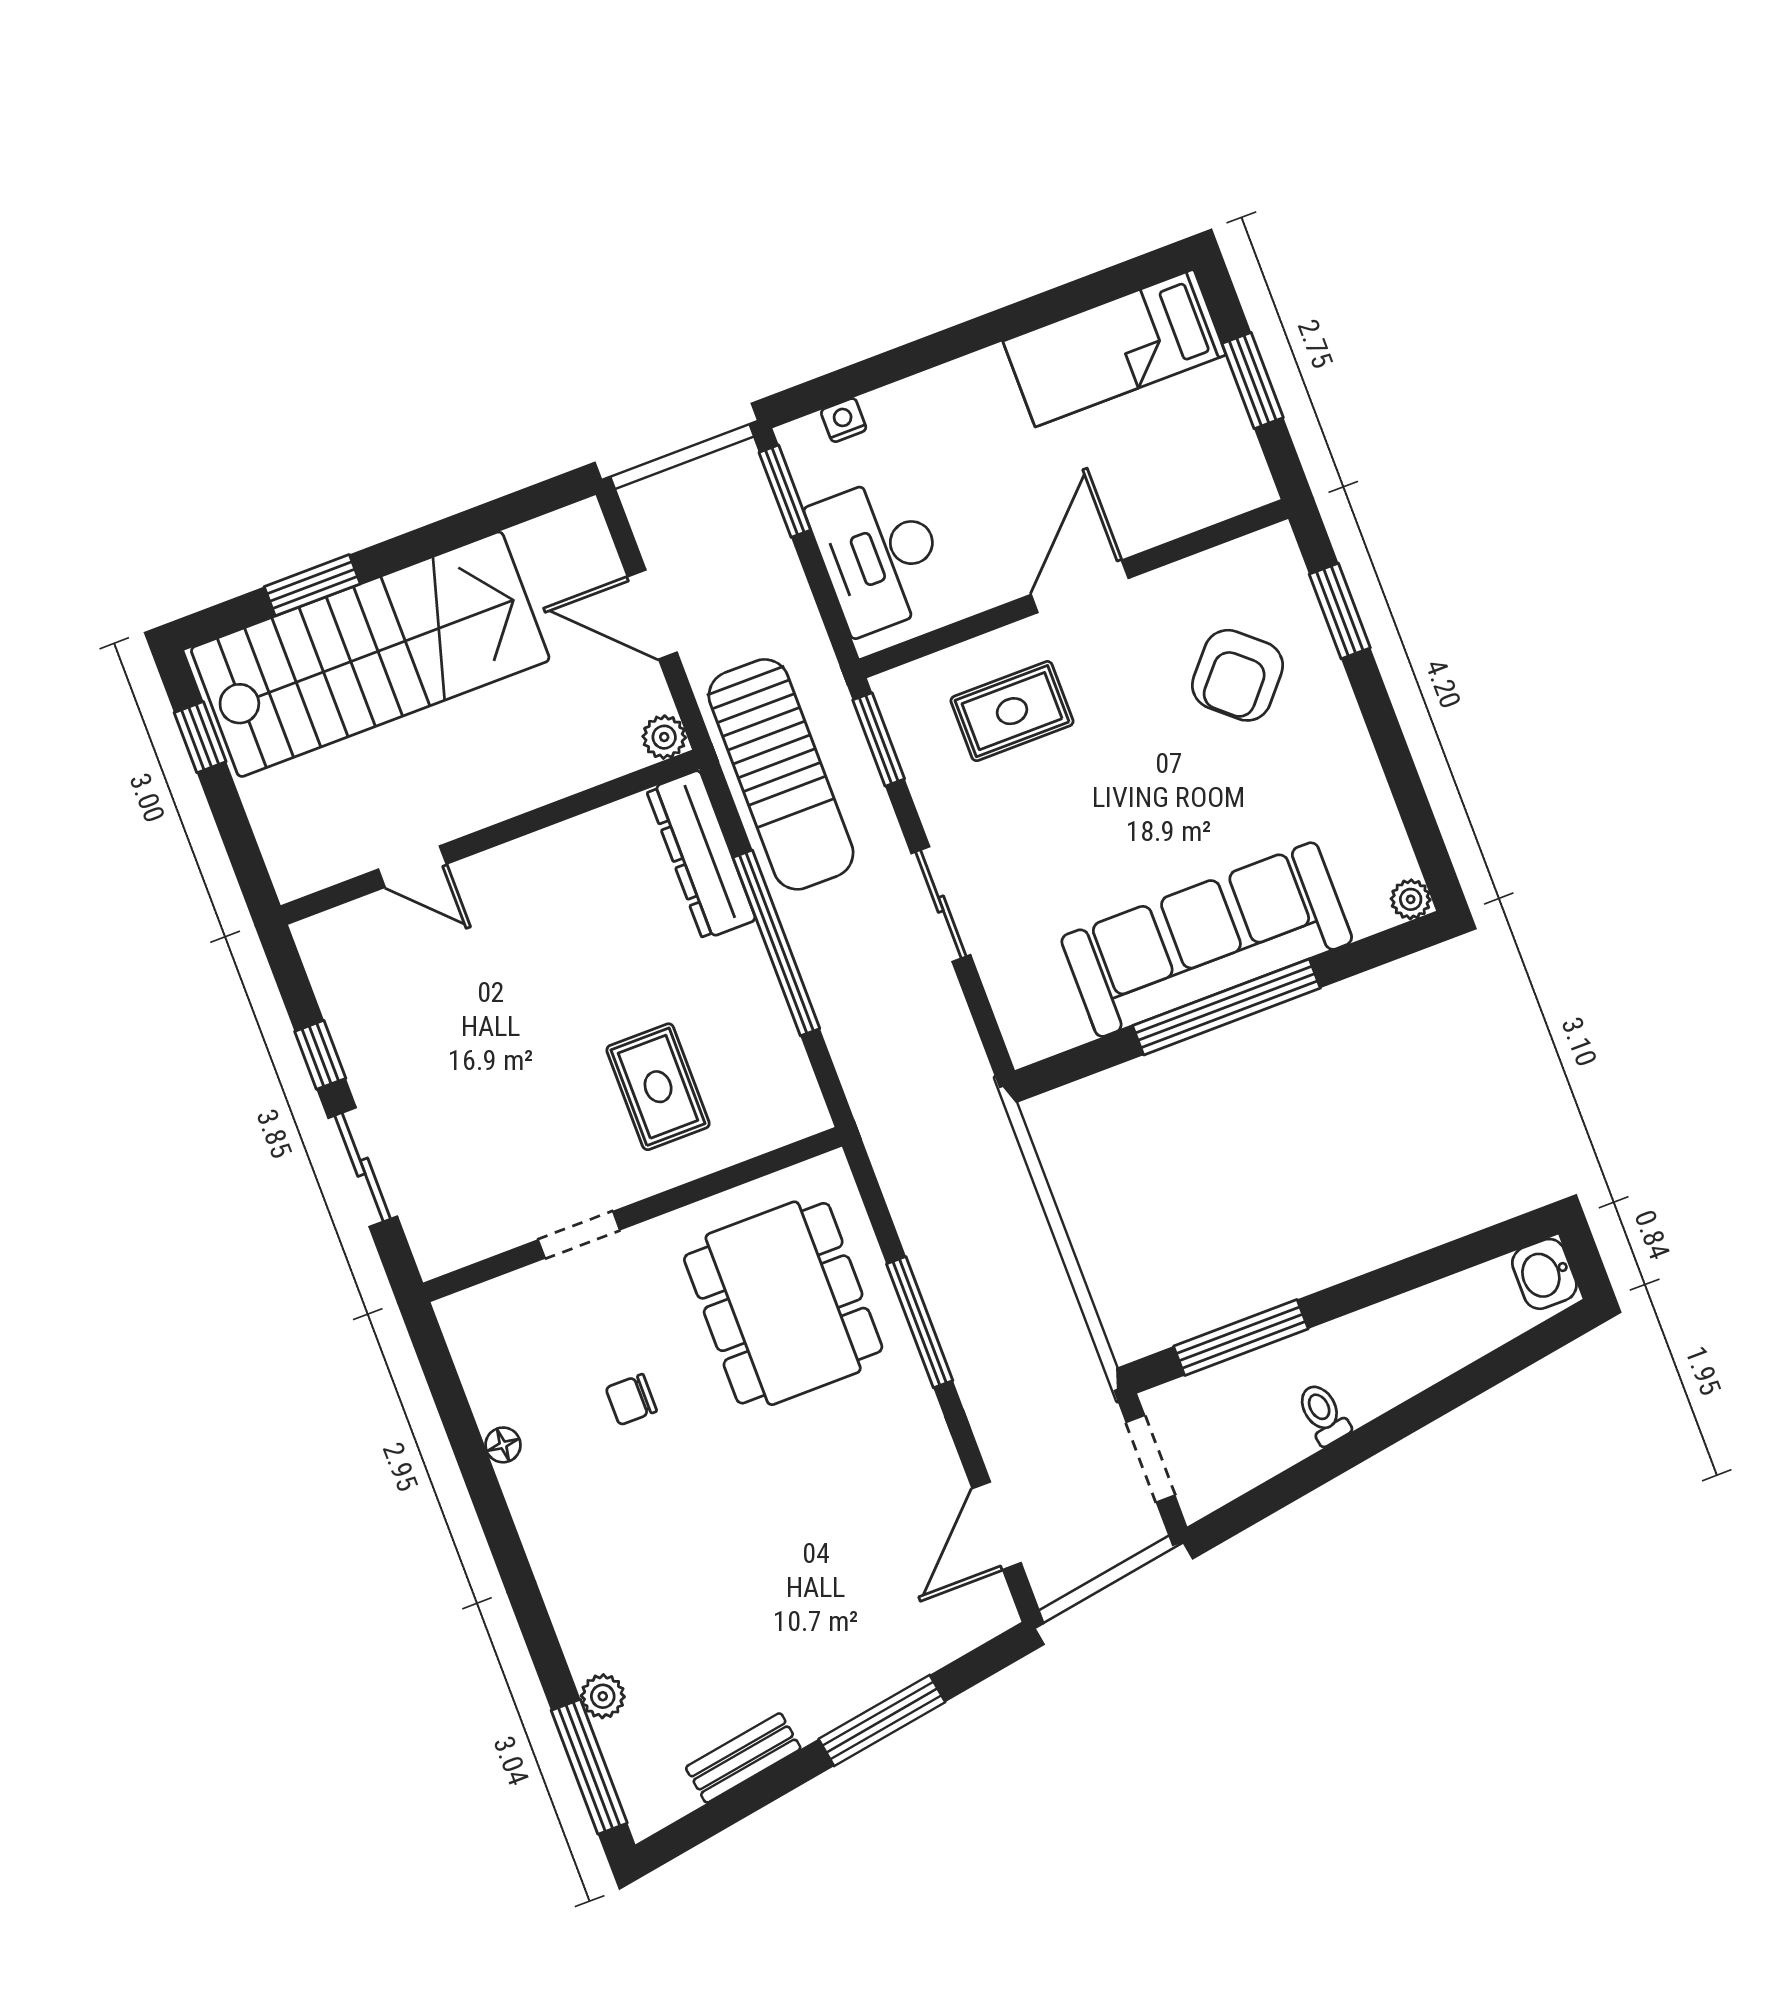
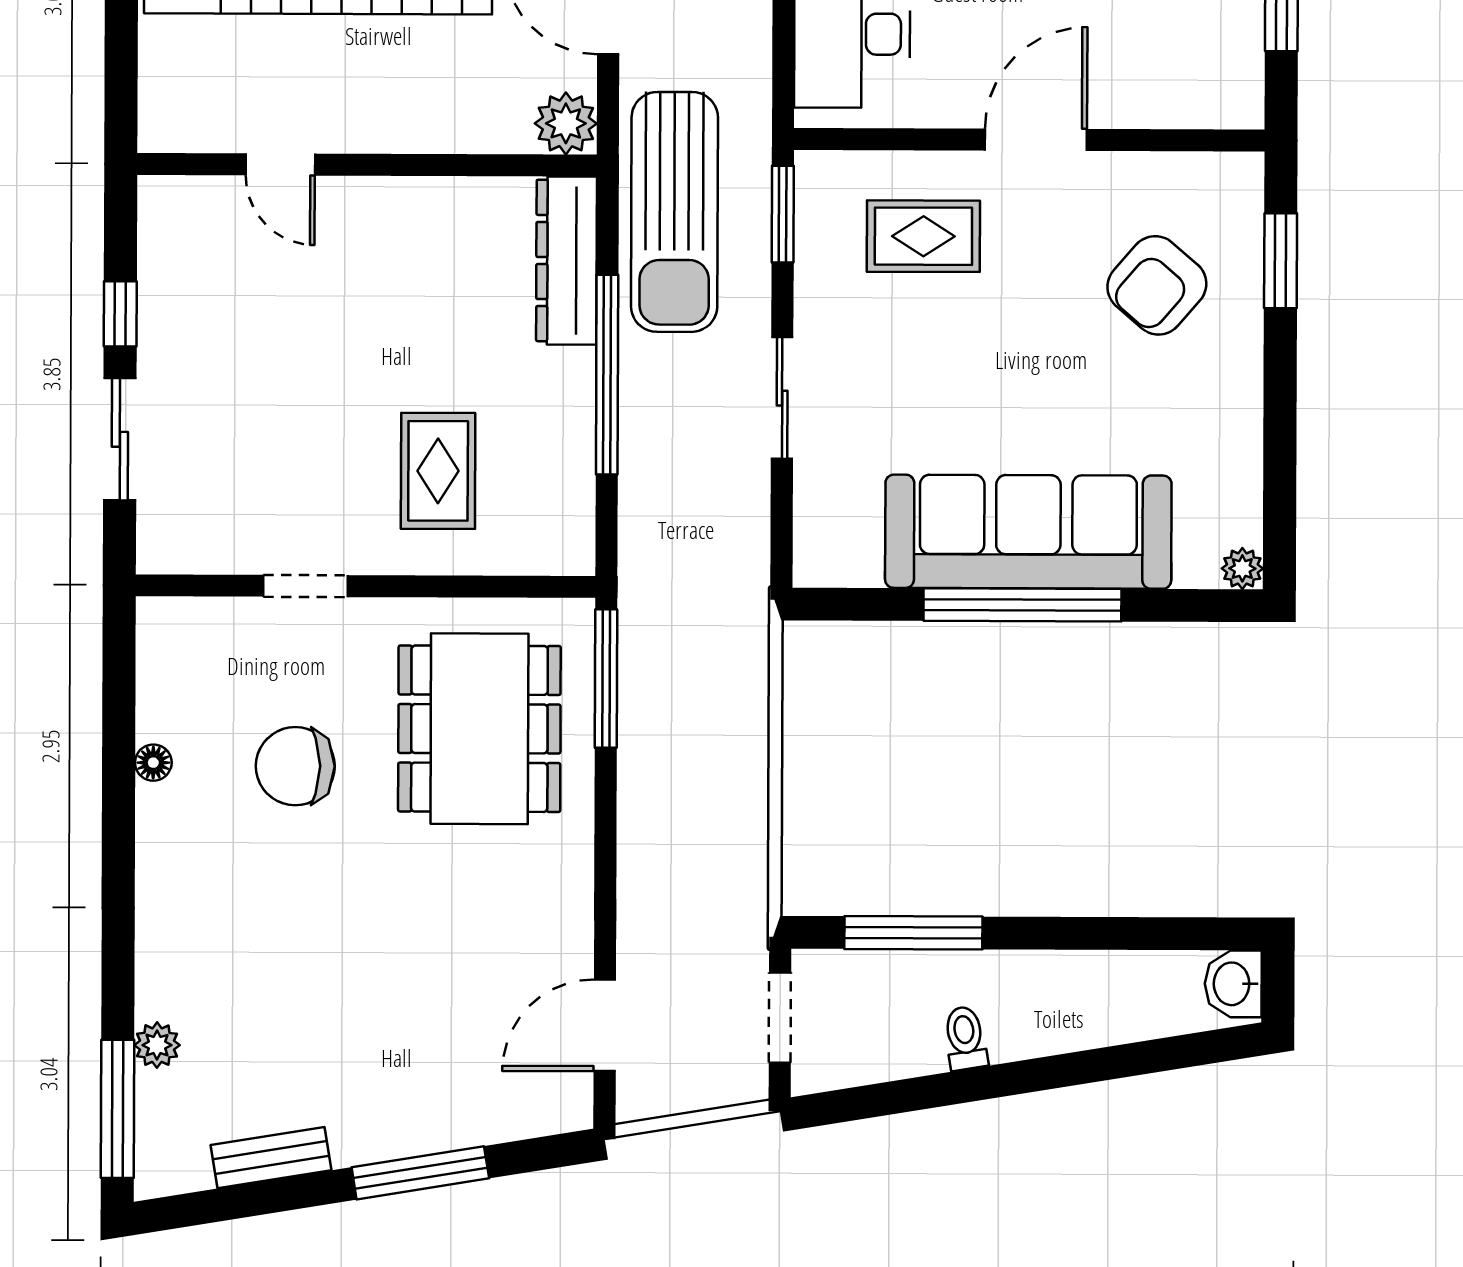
plant: (664, 737) -> (566, 123), width x1.38, depth x1.38
window: (920, 1322) -> (606, 679), moved
chair: (631, 1400) -> (295, 766), width x1.87, depth x1.87

